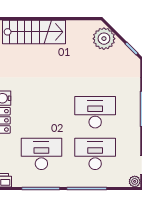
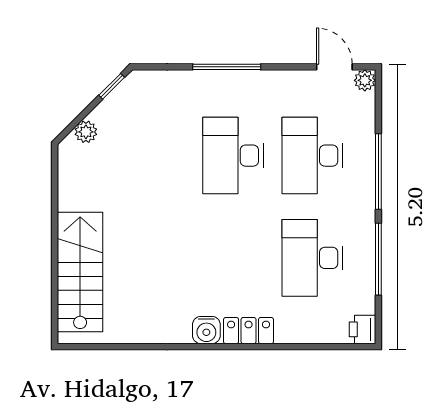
plant: (104, 39) -> (86, 132), width x0.53, depth x0.53

